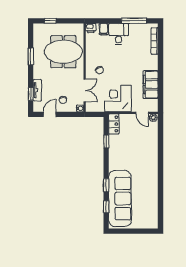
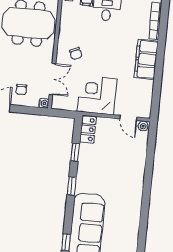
filing cabinet: (151, 85) -> (146, 59), moved
window: (106, 185) -> (72, 186), moved

